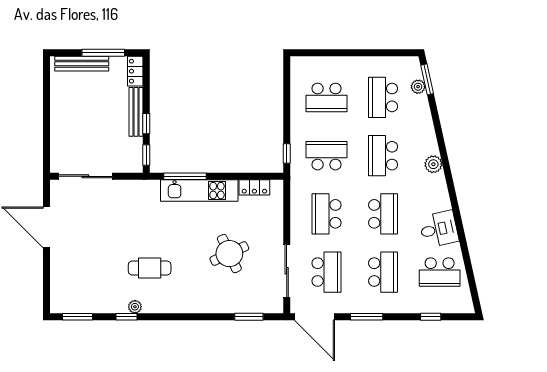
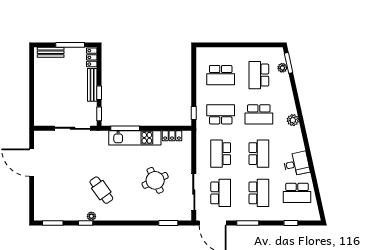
bench: (82, 64) -> (51, 52), width x0.73
school desk: (383, 156) -> (259, 114), turned -90
sliding door: (85, 176) -> (73, 128), moved
cafe table: (150, 268) -> (101, 190), turned 54

